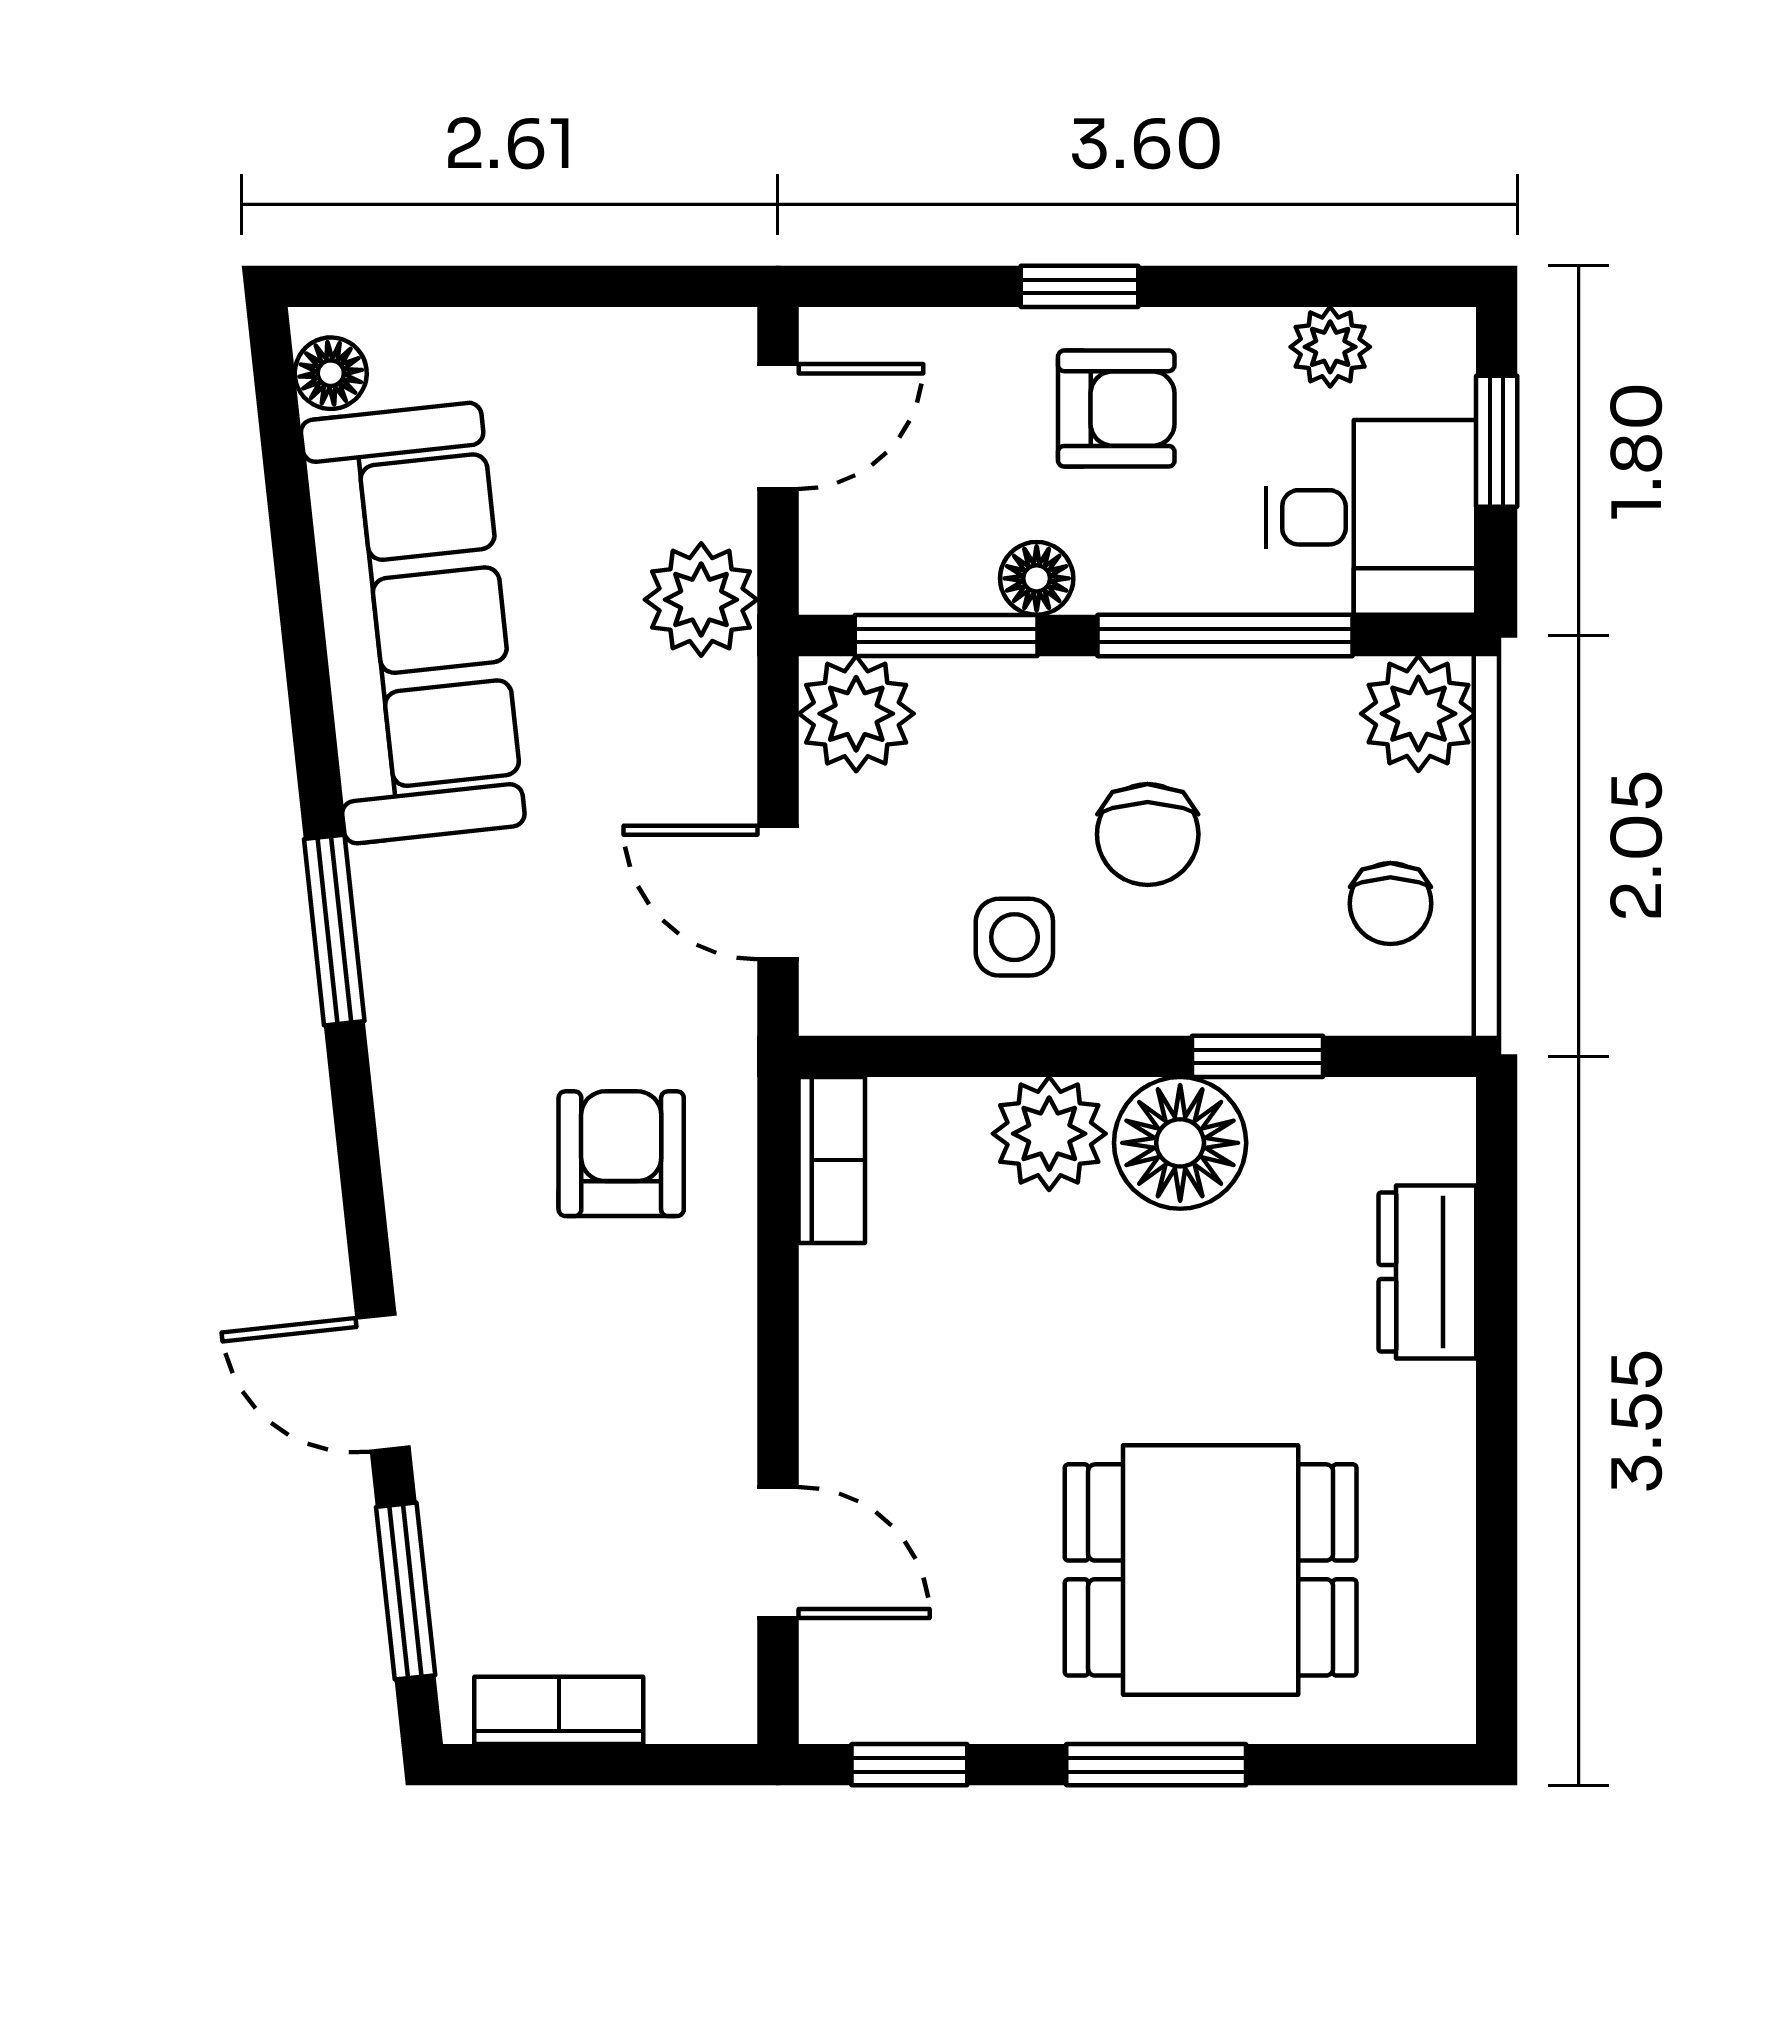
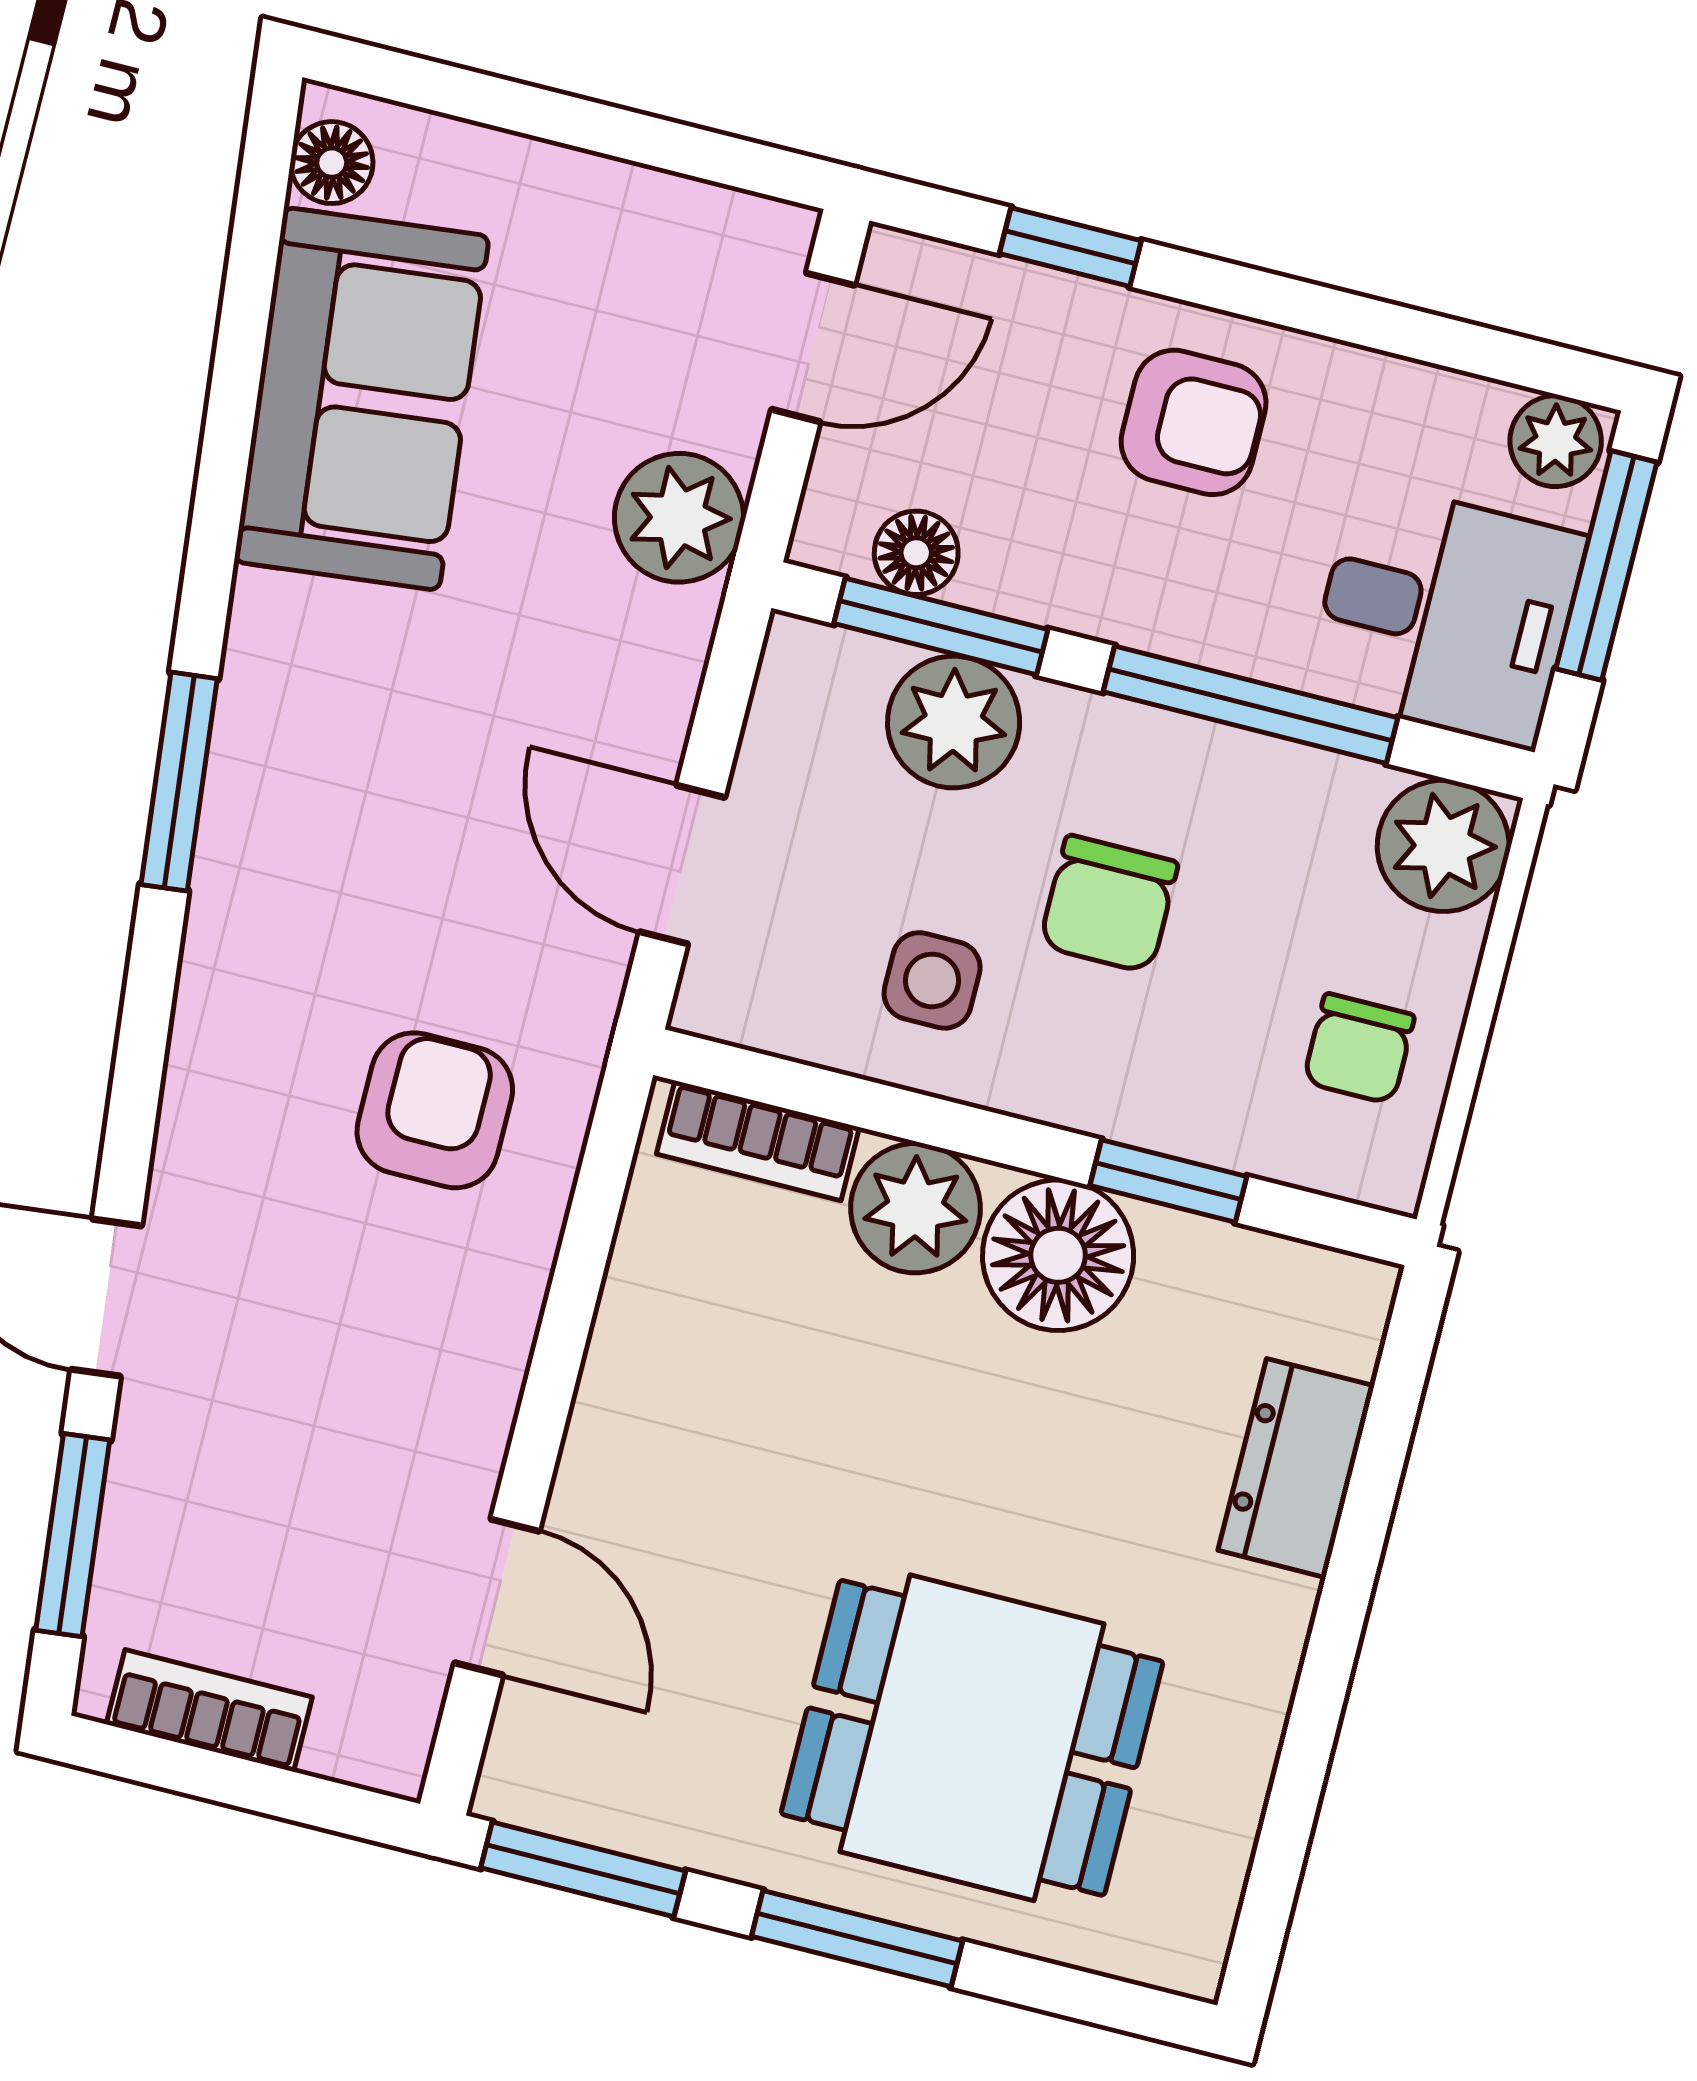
window: (1080, 286) -> (1070, 247), moved
plant: (1330, 347) -> (1556, 441), moved
window: (1497, 441) -> (1606, 566), width x1.50
floor lamp: (1037, 578) -> (916, 553), moved
sofa: (413, 623) -> (362, 399), width x0.73
plant: (856, 714) -> (954, 722), moved
bookcase: (832, 1160) -> (758, 1141), moved, turned 90
window: (909, 1765) -> (583, 1869), width x1.50

